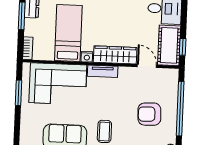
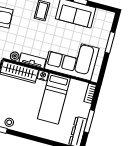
plant: (124, 72) -> (15, 56), added
window: (18, 93) -> (110, 43), moved

